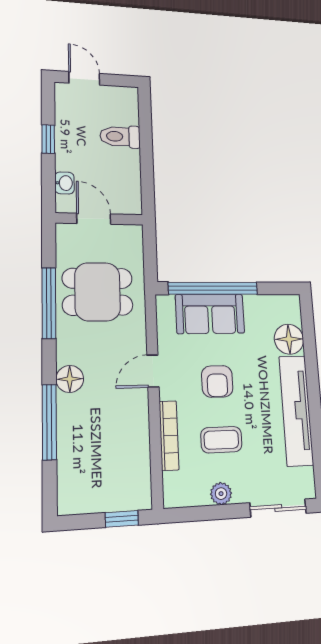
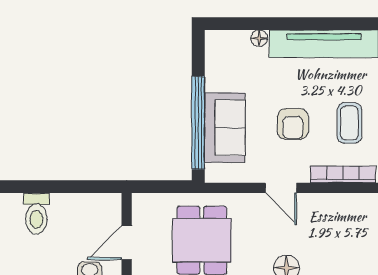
floor lamp: (289, 339) -> (259, 38), width x0.53, depth x0.53
armchair: (217, 381) -> (293, 124), turned 90

